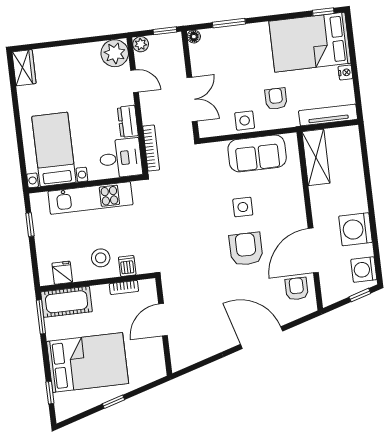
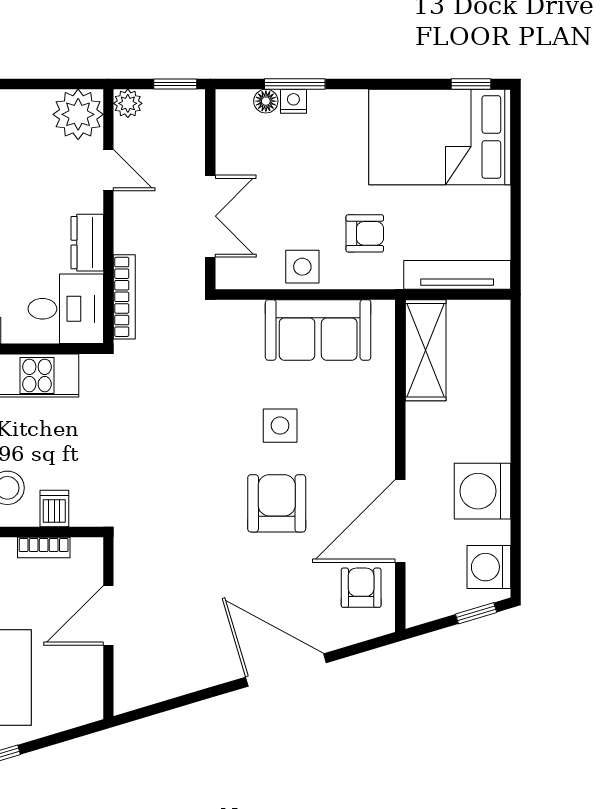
floor lamp: (194, 37) -> (266, 101), moved
nightstand: (345, 72) -> (293, 101), moved, turned -90
armchair: (276, 99) -> (365, 233), turned 90

